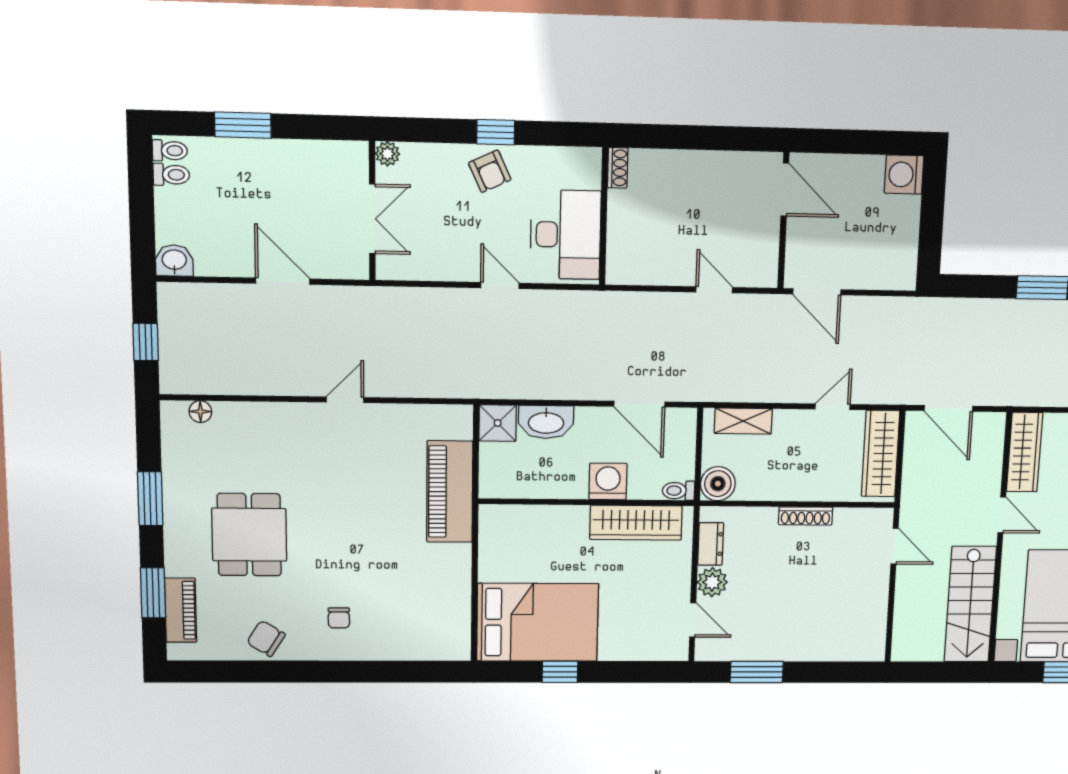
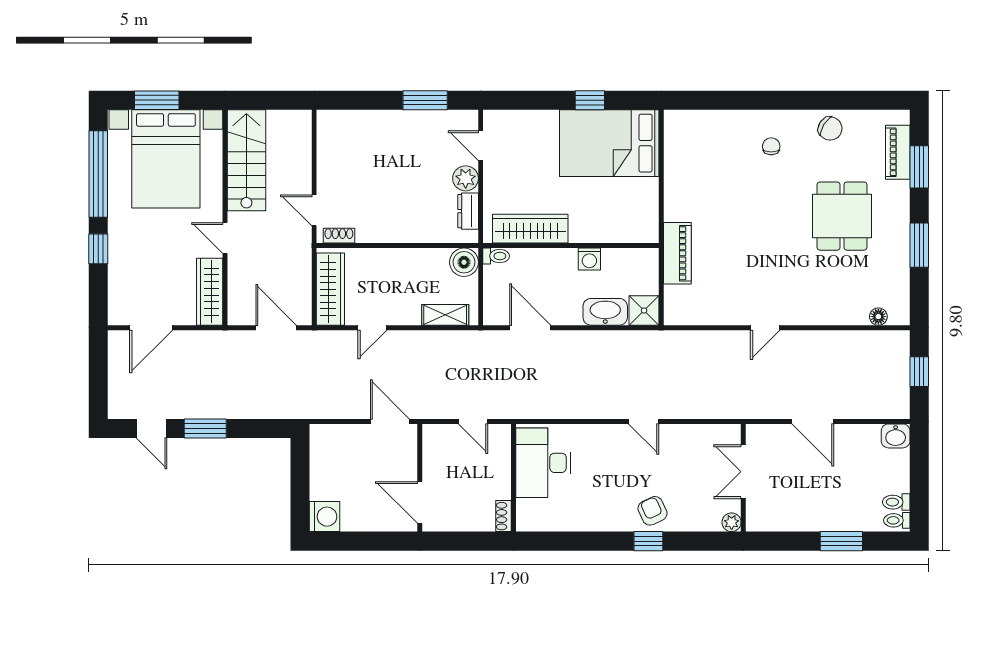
shoe rack: (618, 168) -> (504, 516), moved
wall: (604, 216) -> (513, 478), moved
desk: (566, 235) -> (543, 463), moved
washing machine: (608, 481) -> (589, 259), moved, width x0.73, depth x0.73
piano: (450, 492) -> (677, 253), width x0.73, depth x0.75
shoe rack: (806, 516) -> (339, 236), moved, width x0.70

